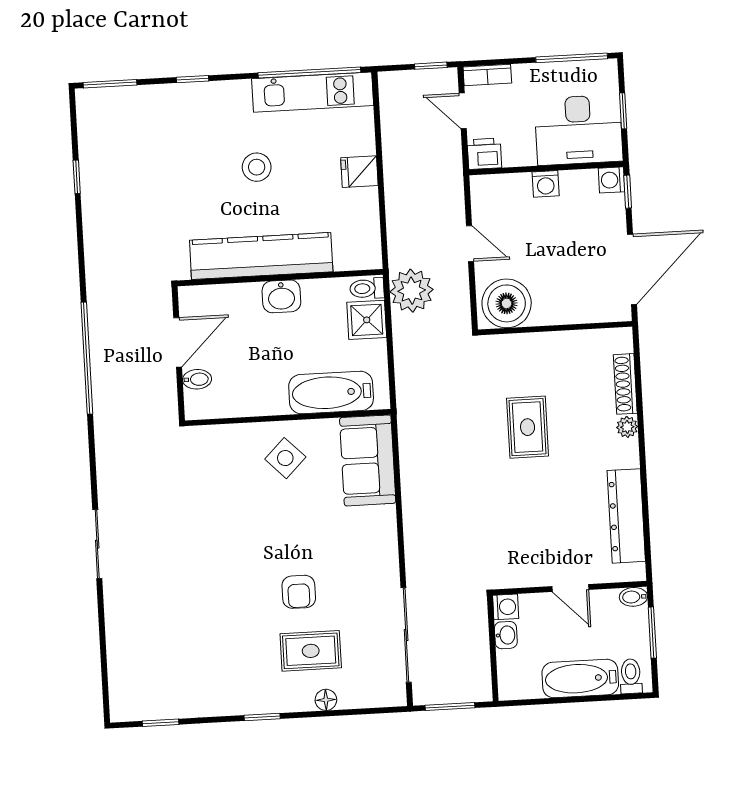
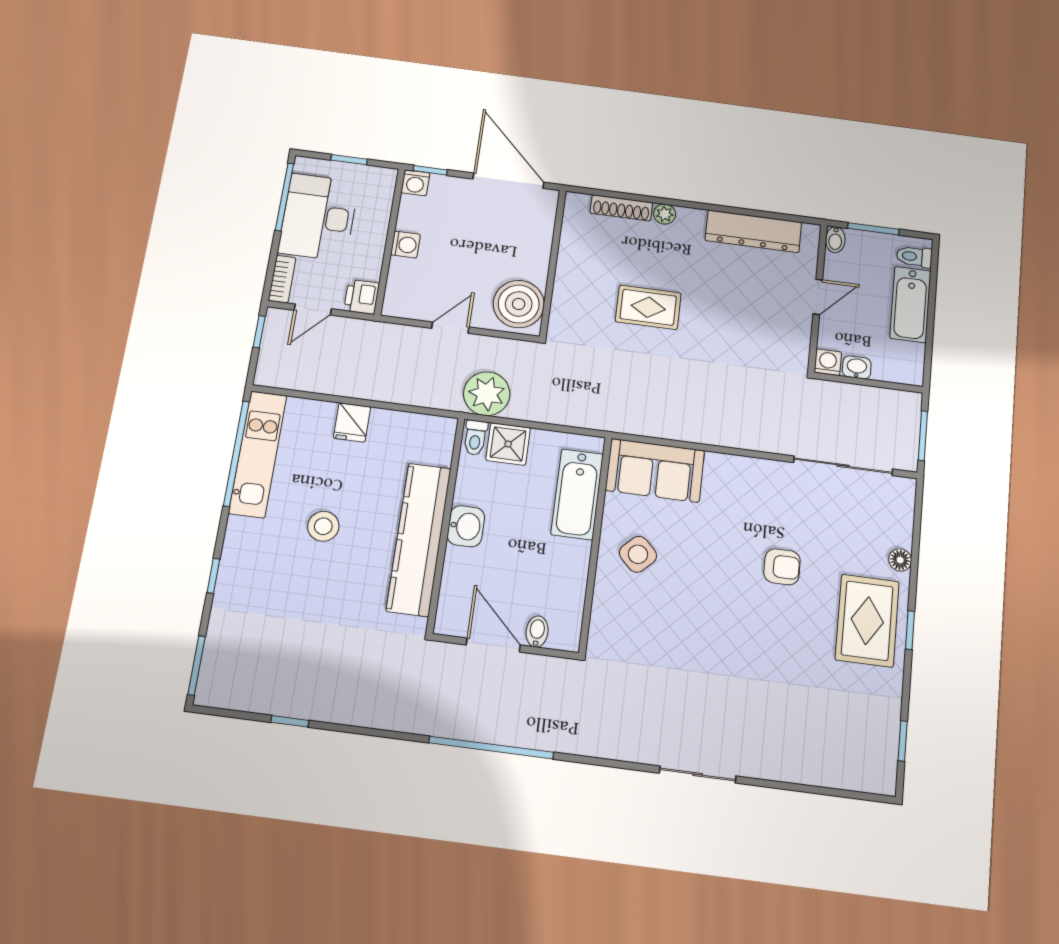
desk: (579, 130) -> (319, 217), moved, turned 180
rug: (311, 651) -> (867, 621), moved, width x1.36, depth x1.43

